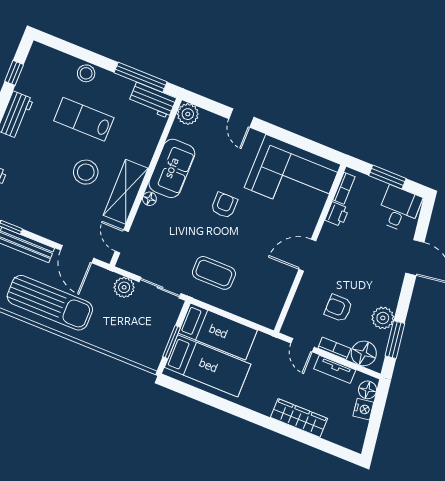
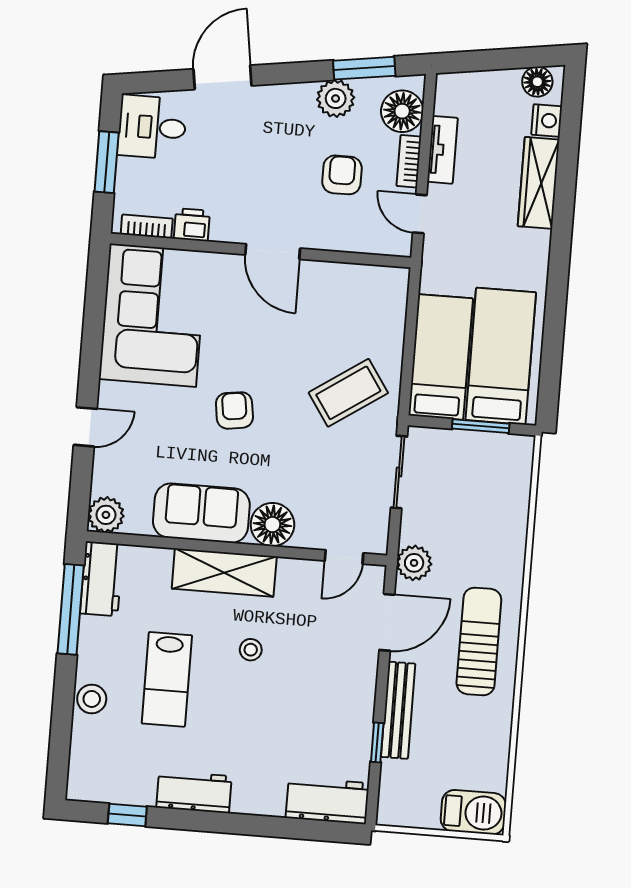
stool: (86, 172) -> (251, 650), width x0.53, depth x0.53
shelving: (126, 192) -> (224, 573), moved
floor lamp: (149, 199) -> (272, 525), width x1.89, depth x1.89
armchair: (224, 205) -> (234, 410), turned 82
coffee table: (214, 273) -> (348, 393), turned 56
plant: (124, 287) -> (414, 563), moved
sun lounger: (50, 303) -> (479, 642), width x0.73, depth x0.75
armchair: (338, 308) -> (342, 175), turned 180
door: (303, 345) -> (420, 214), swing flipped
floor lamp: (368, 390) -> (537, 82), moved
nightstand: (363, 409) -> (547, 120), moved, turned 98

